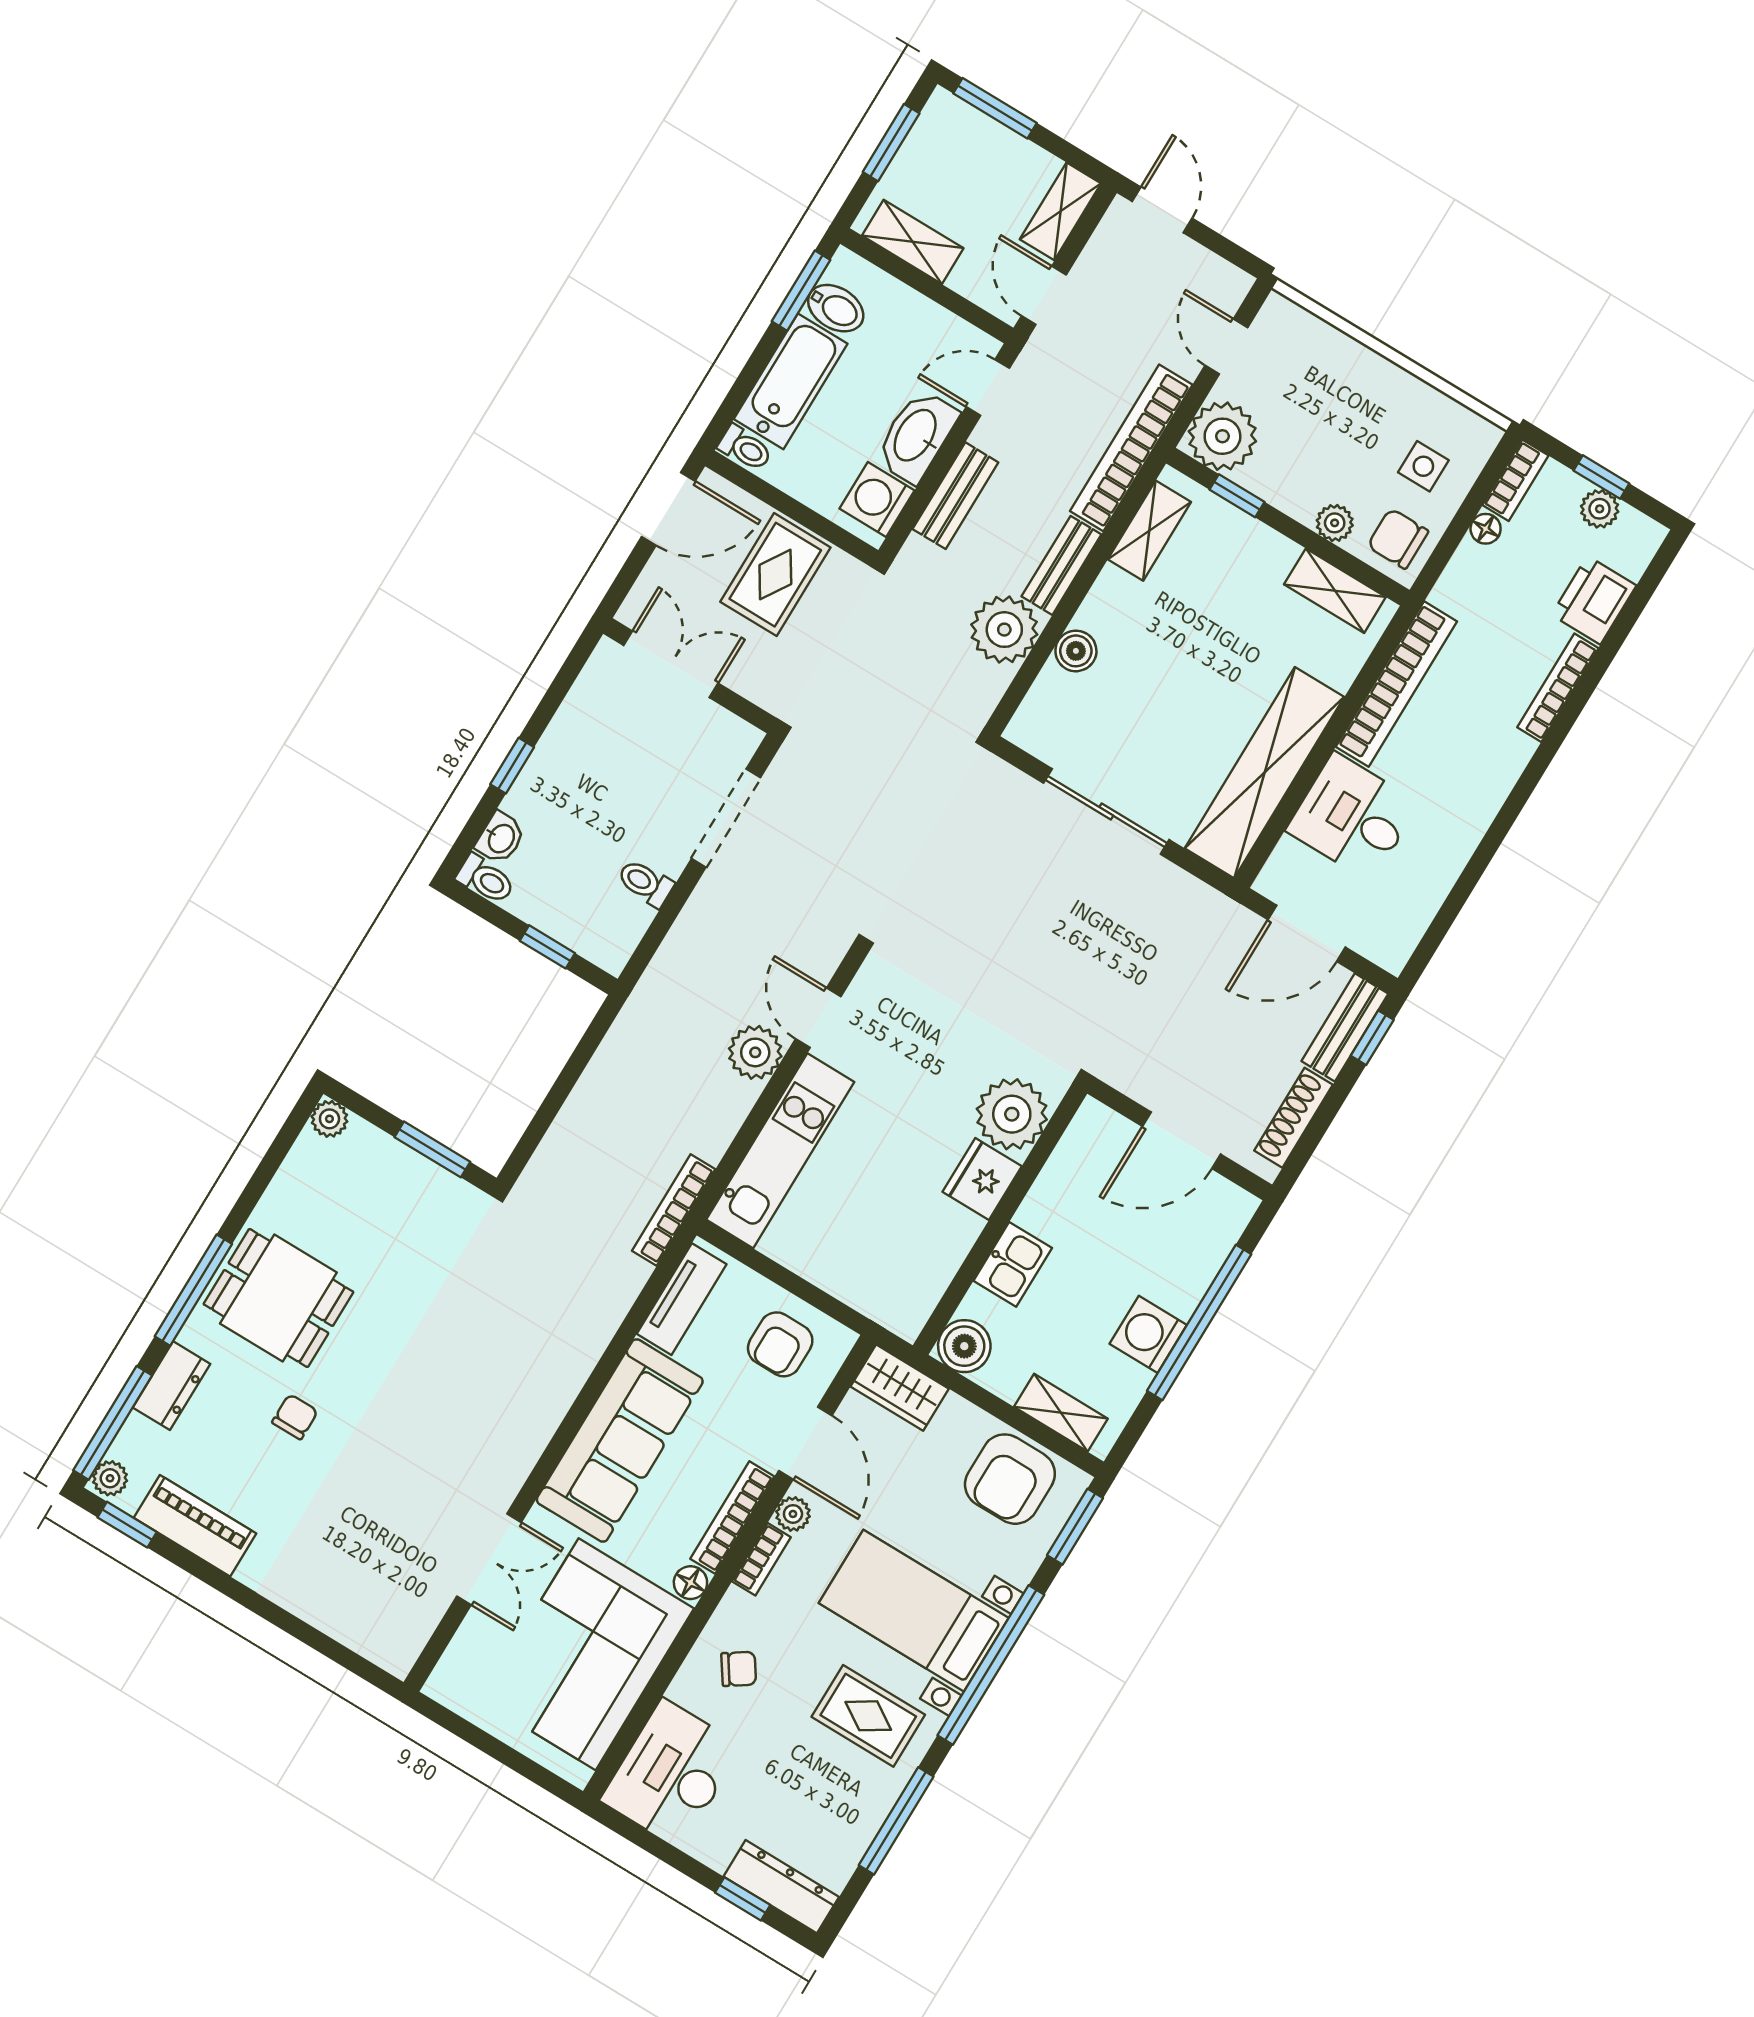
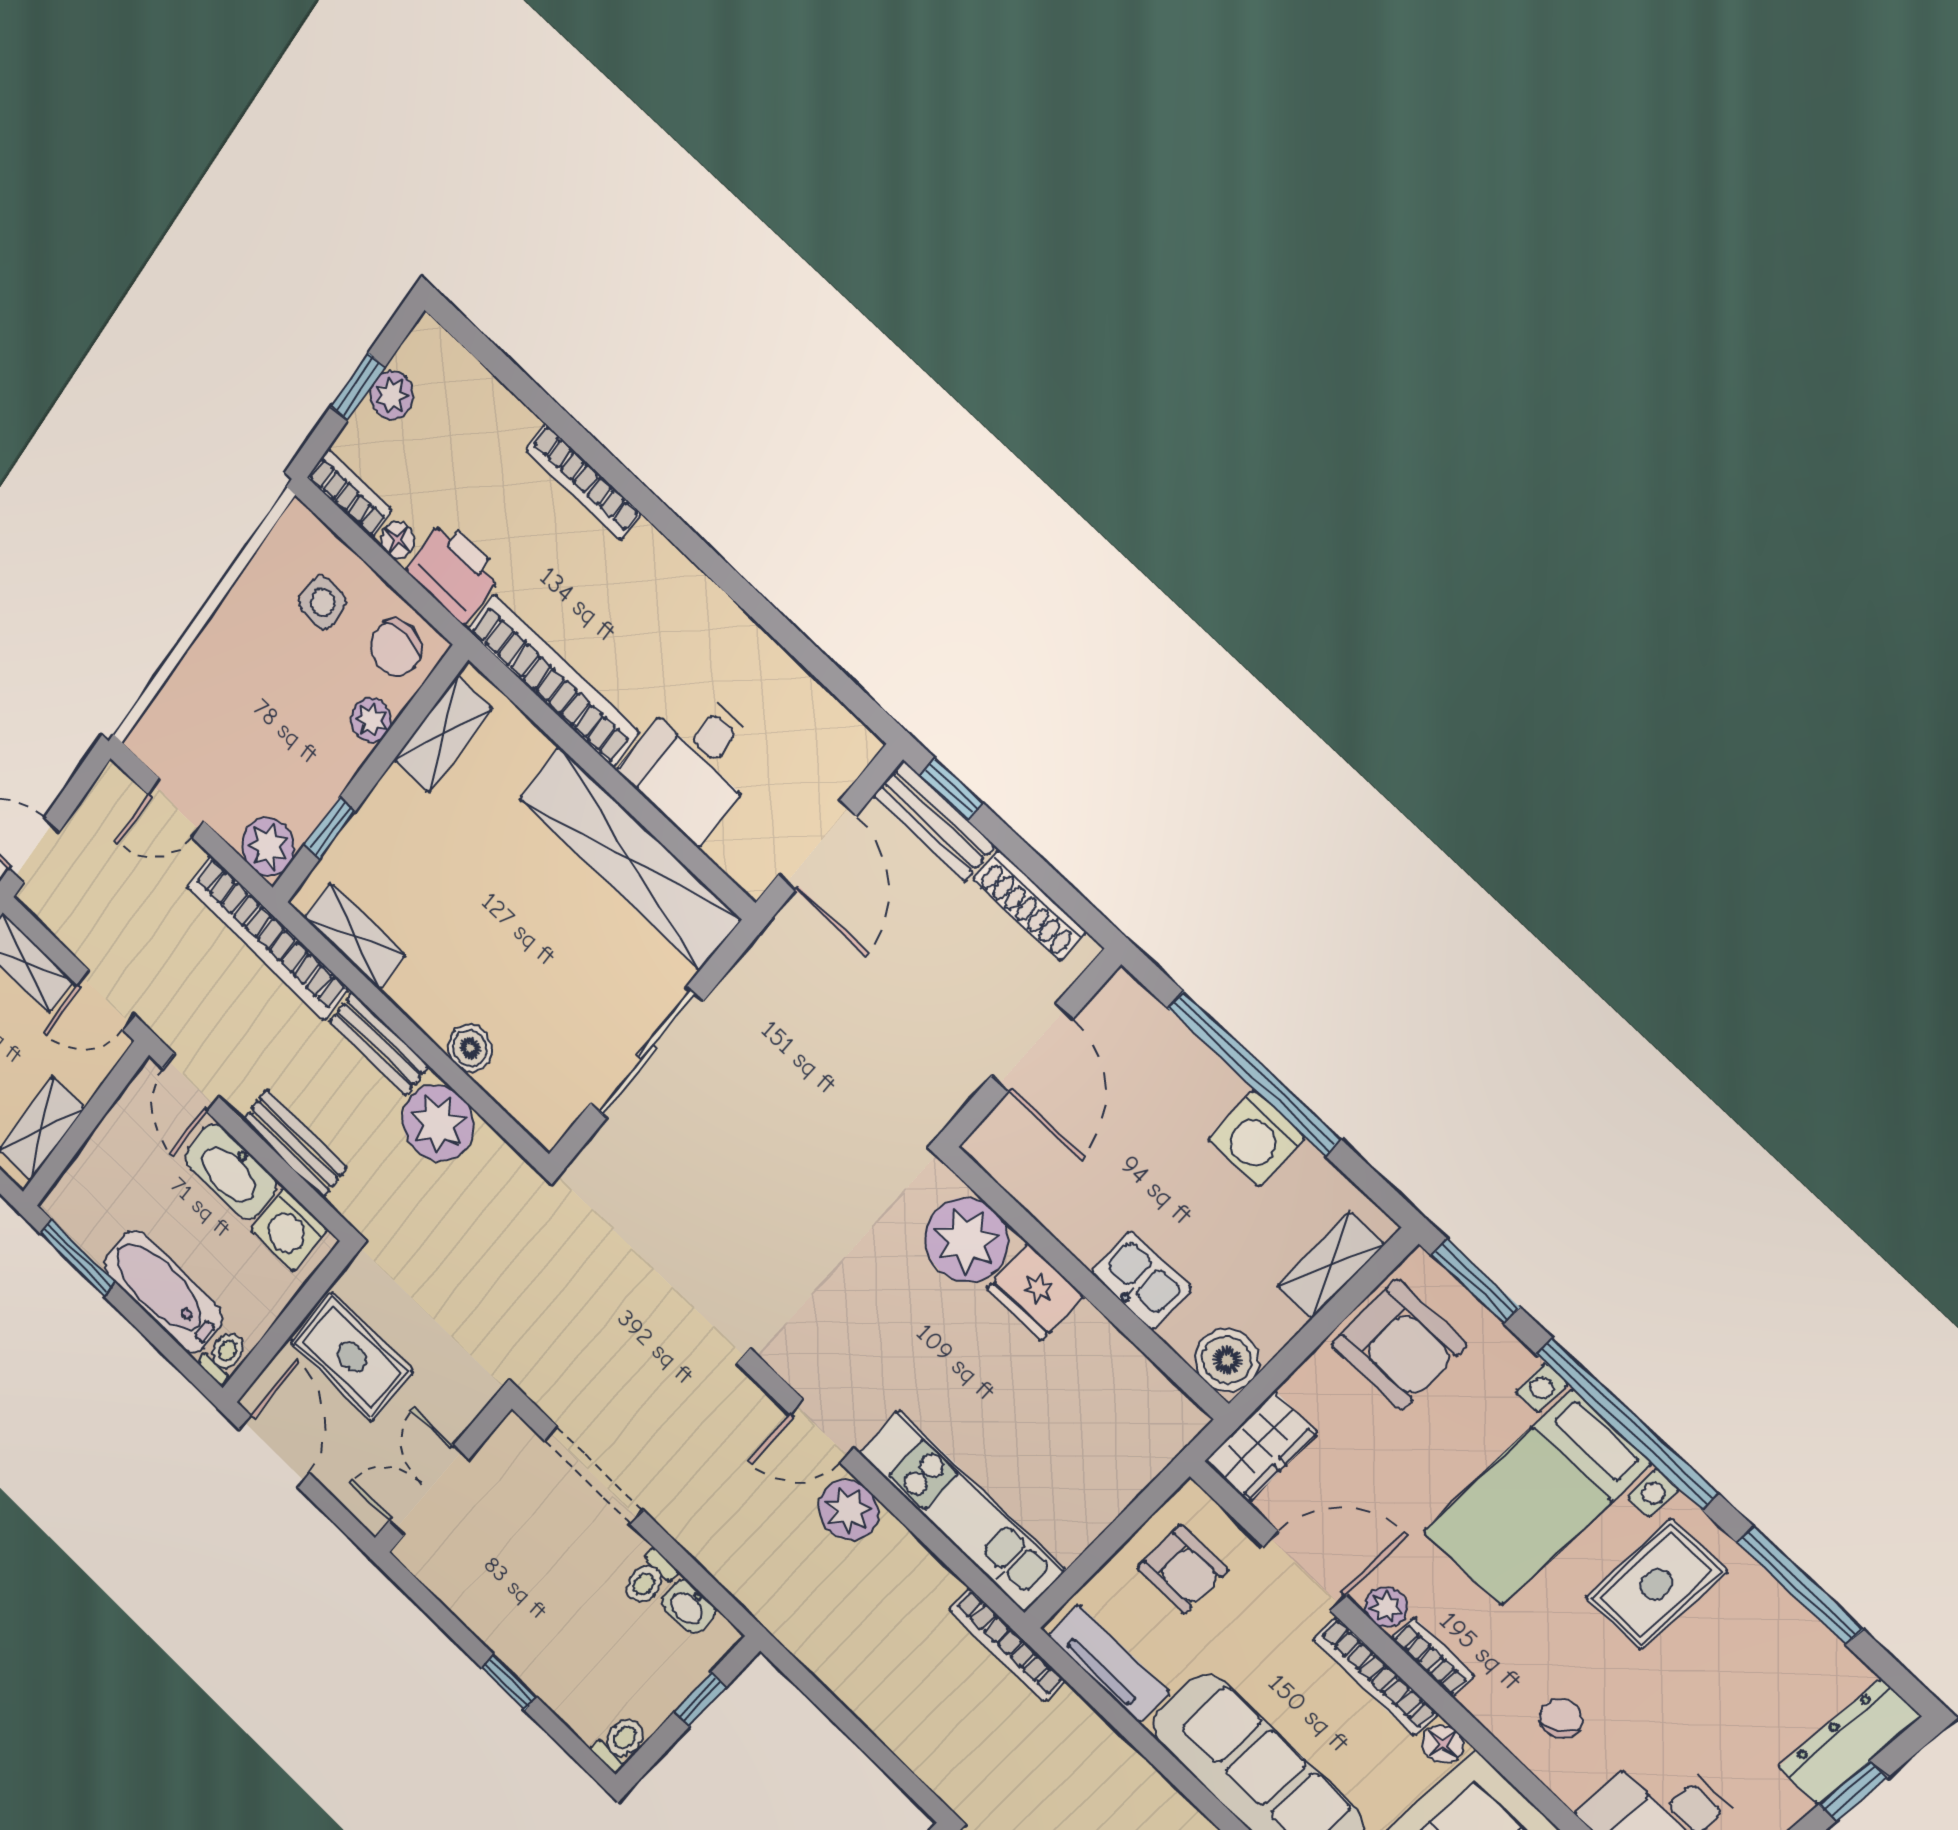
bidet: (836, 308) -> (98, 1226), removed
plant: (1222, 436) -> (268, 847), width x0.73, depth x0.73
printer: (1594, 600) -> (454, 571), moved, turned 180
washbasin: (500, 838) -> (688, 1607), moved, turned 180

